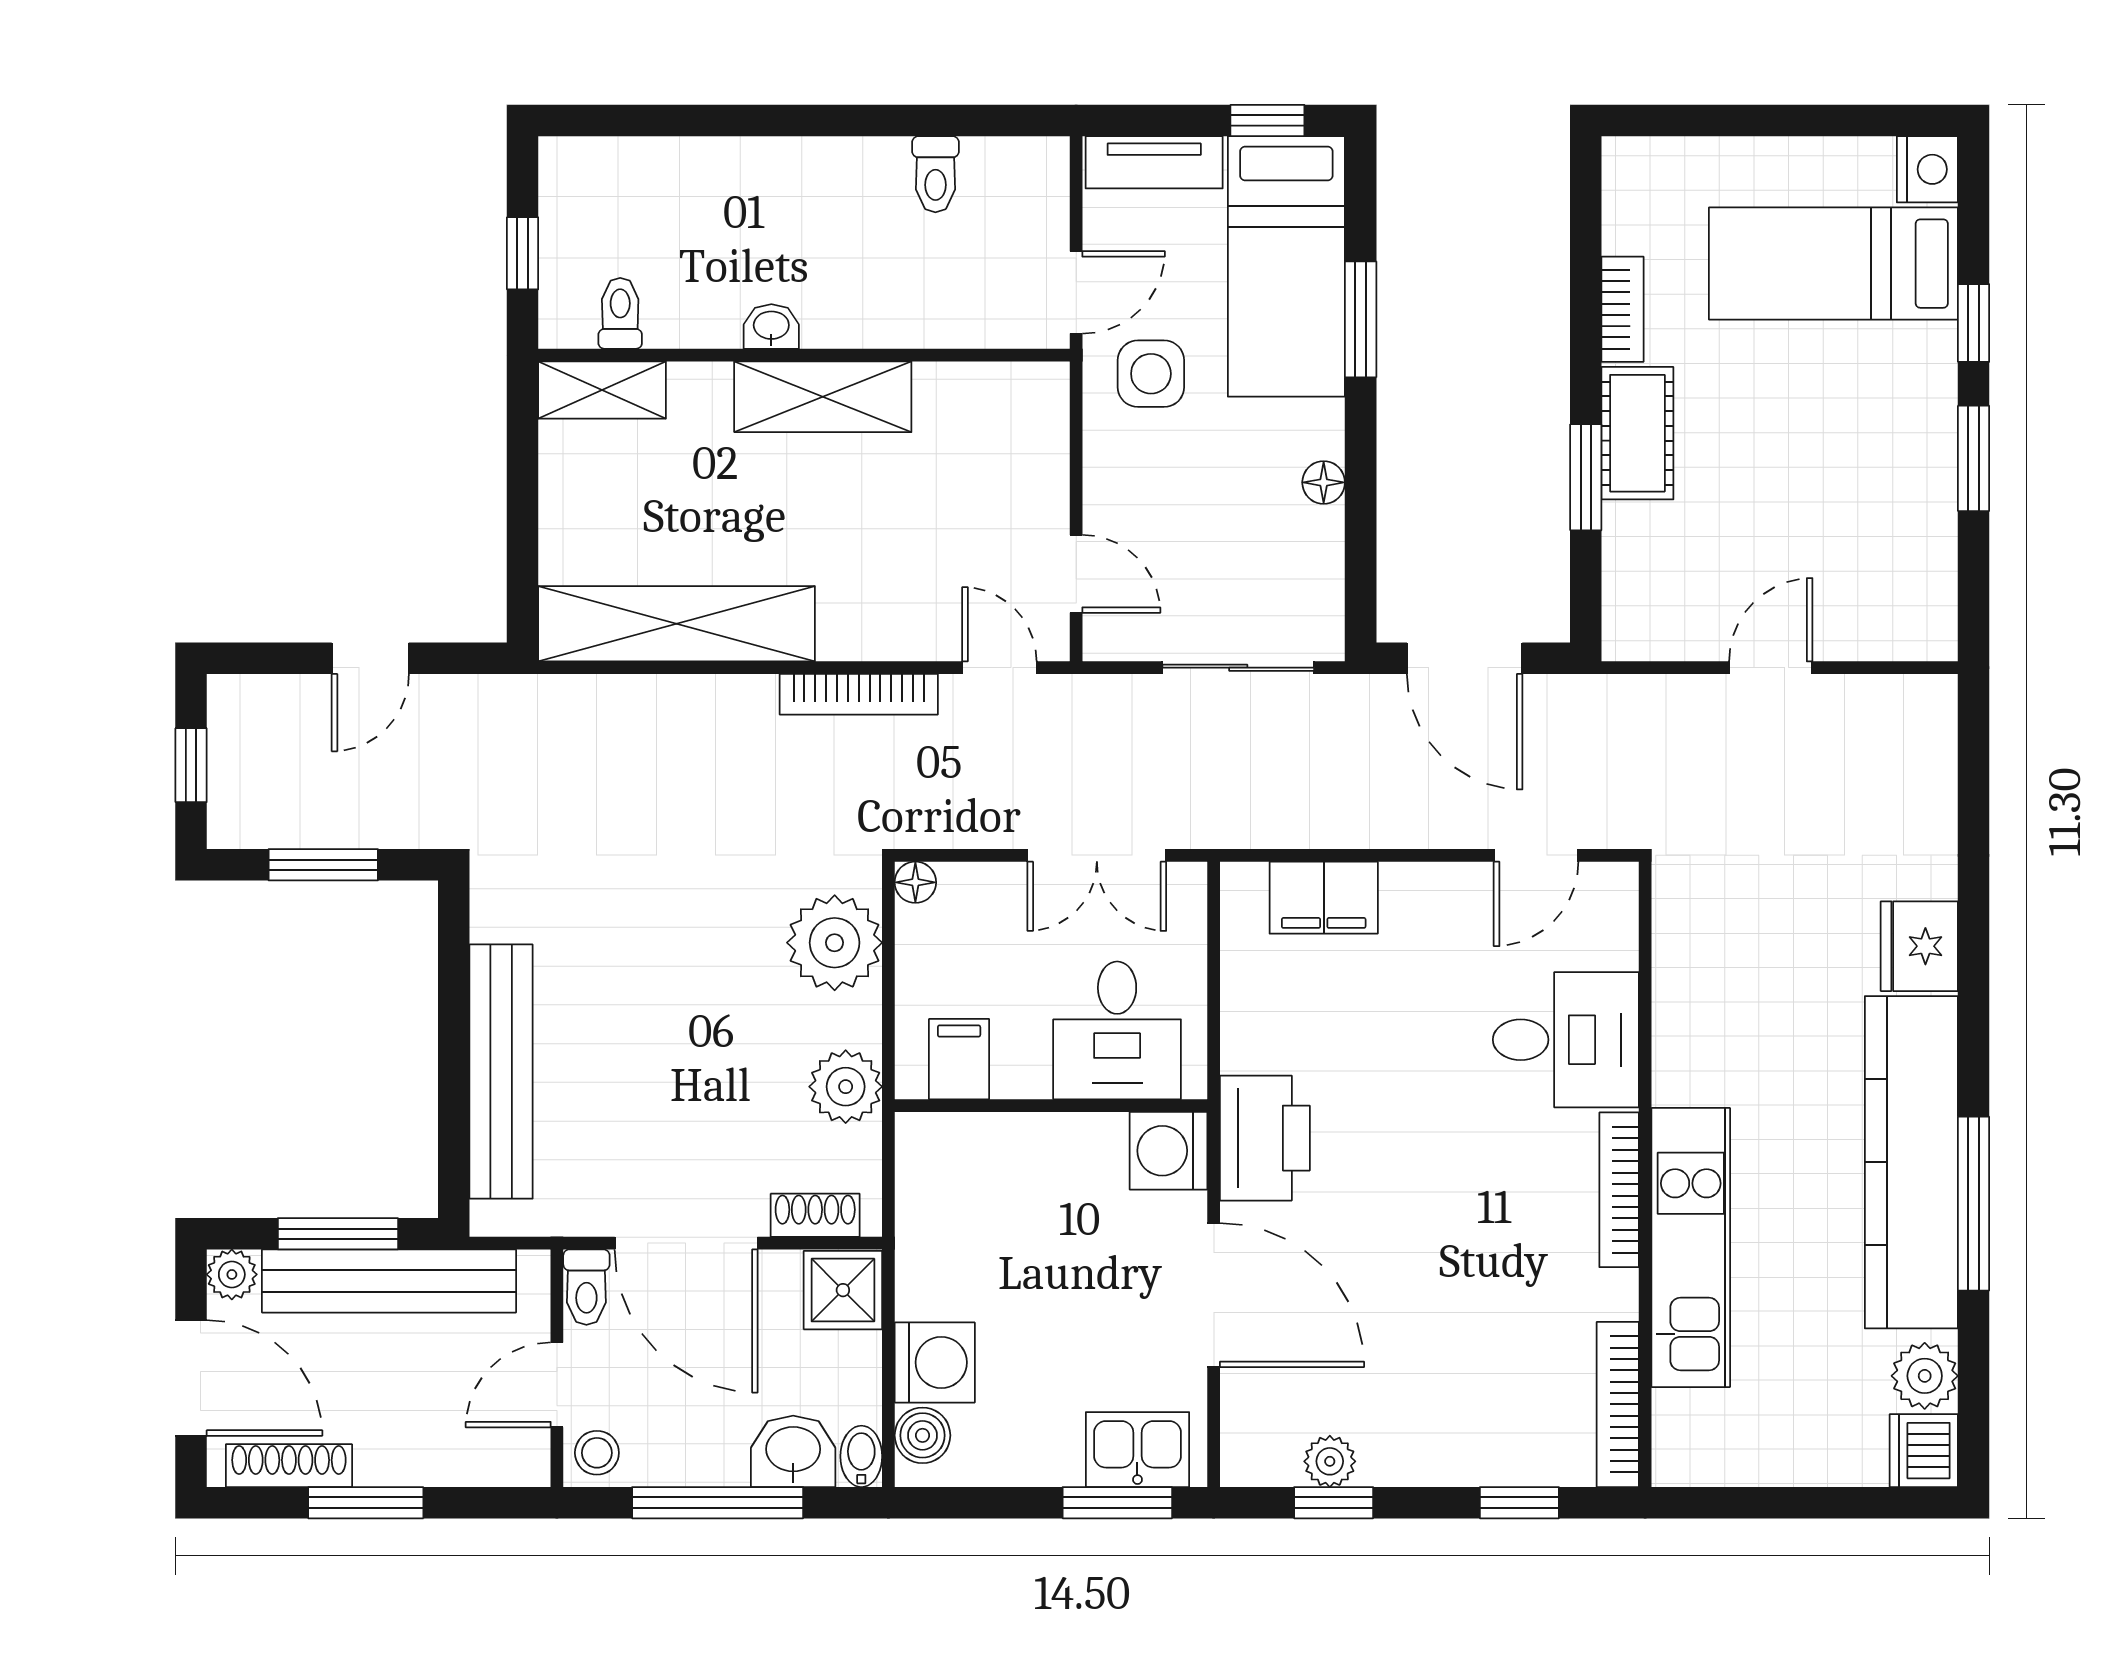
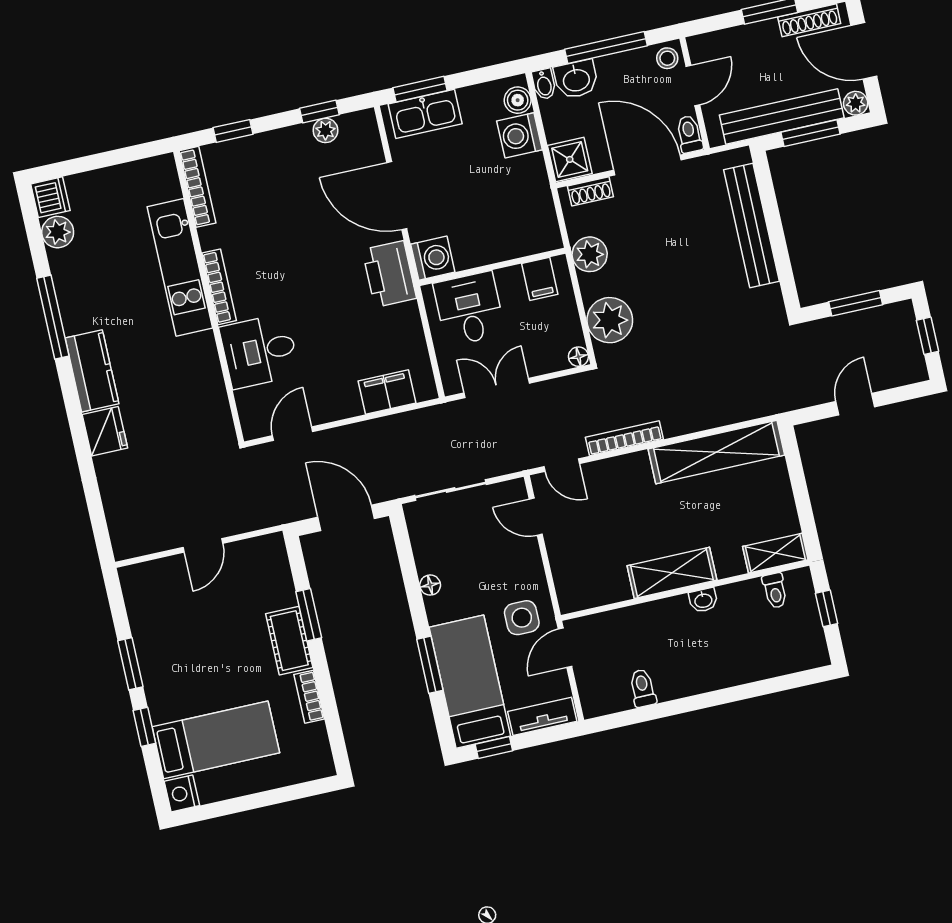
kitchen counter: (1911, 1162) -> (92, 371), width x0.48, depth x0.86
kitchen sink: (1137, 1450) -> (425, 114), width x1.38

